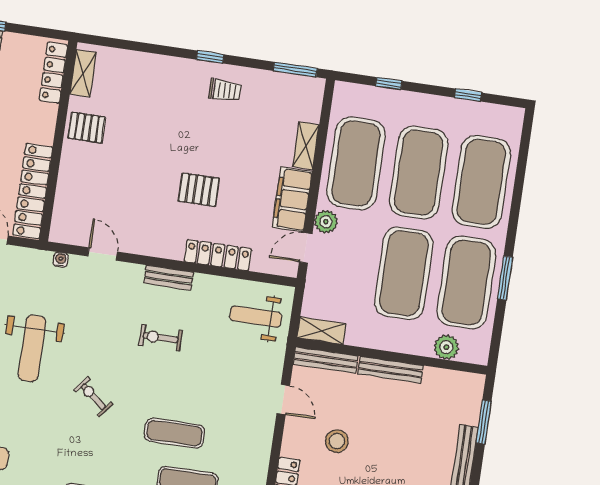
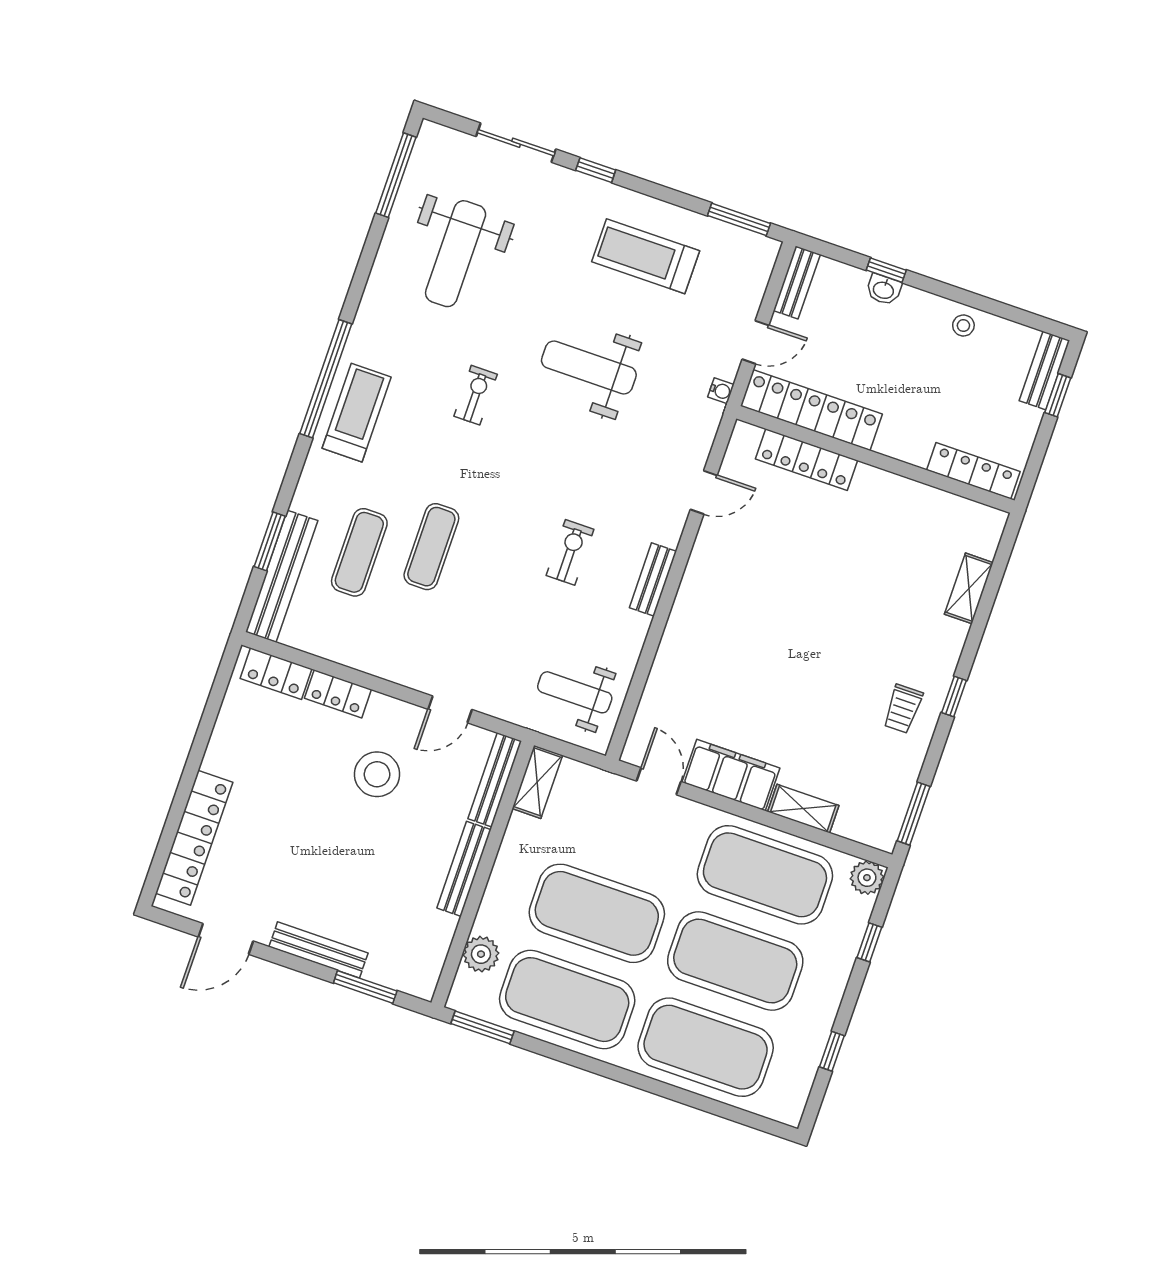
shelving: (83, 73) -> (969, 588), moved, turned 90
pallet: (87, 128) -> (887, 503), removed
pallet: (199, 190) -> (769, 645), removed
plant: (326, 222) -> (867, 878), moved
locker: (218, 255) -> (806, 460), moved, turned 90
water cooler: (61, 260) -> (721, 391), moved
window: (505, 278) -> (483, 1027), moved
weight bench: (256, 317) -> (575, 692), turned -90
exercise bike: (93, 397) -> (476, 395), moved, turned -39
stool: (337, 441) -> (377, 774), width x1.38, depth x1.38

